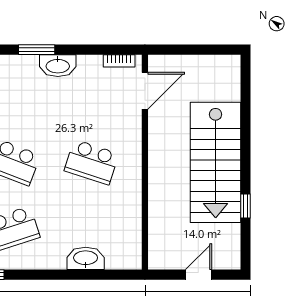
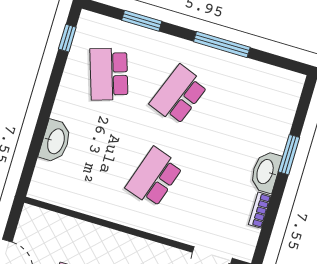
bookcase: (119, 61) -> (260, 210), moved

